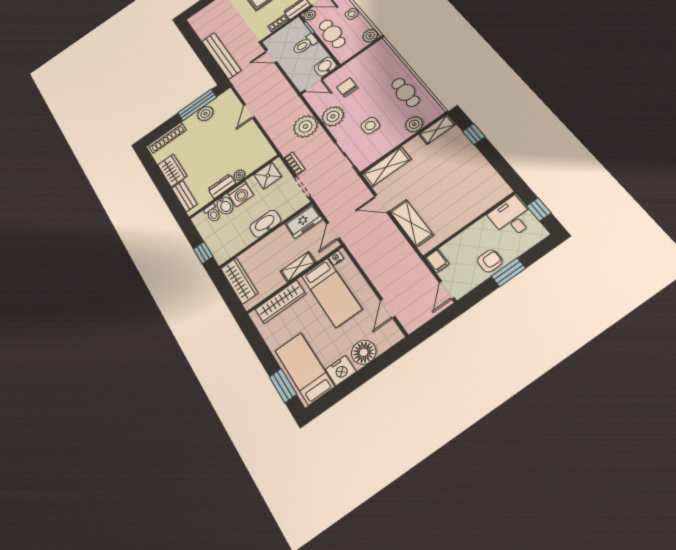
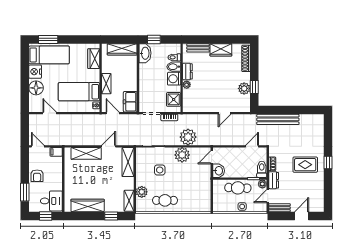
plant: (370, 36) -> (218, 206), removed
toilet: (305, 44) -> (262, 169), moved
chair: (347, 88) -> (194, 173), removed
window: (197, 105) -> (254, 87), width x0.46
door: (249, 111) -> (225, 113), swing flipped
wardrobe: (482, 171) -> (88, 205), added
washbasin: (265, 224) -> (145, 53), moved
window: (508, 272) -> (25, 192), moved
wardrobe: (280, 302) -> (94, 59), width x0.67

